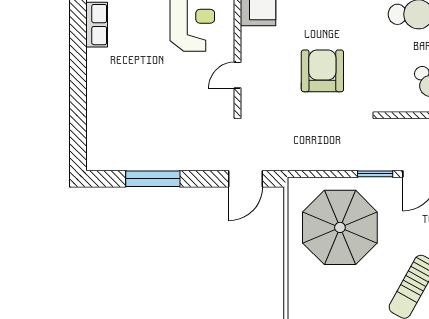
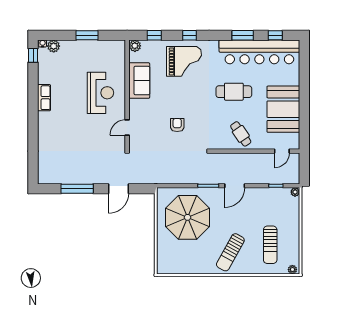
armchair: (322, 71) -> (177, 125), width x0.53, depth x0.53
door: (246, 179) -> (119, 189), moved

